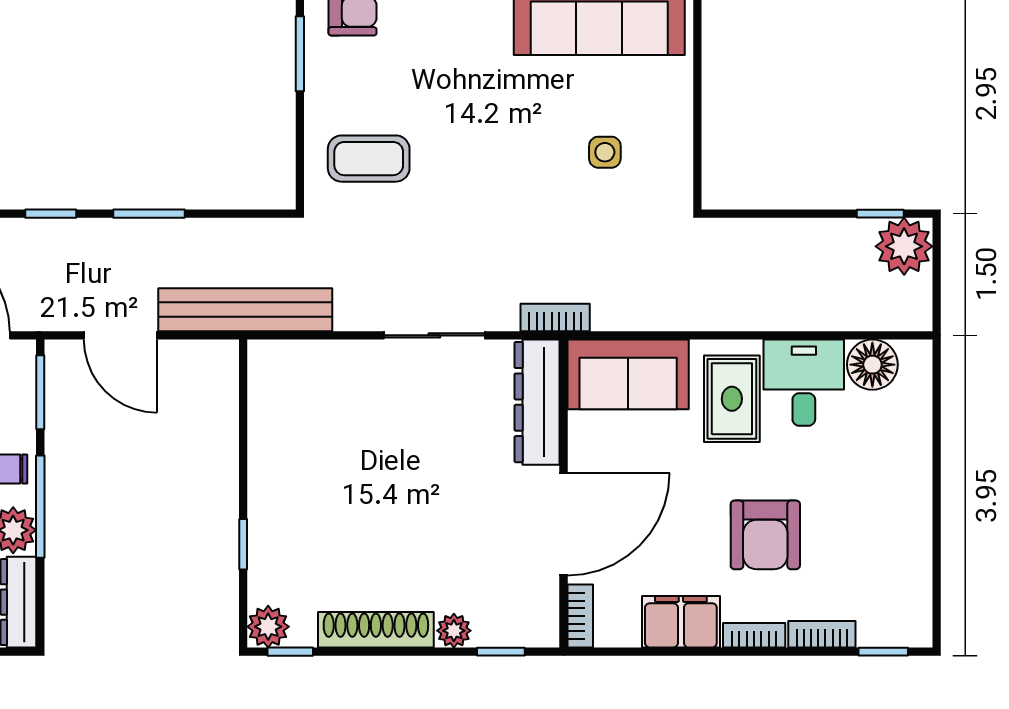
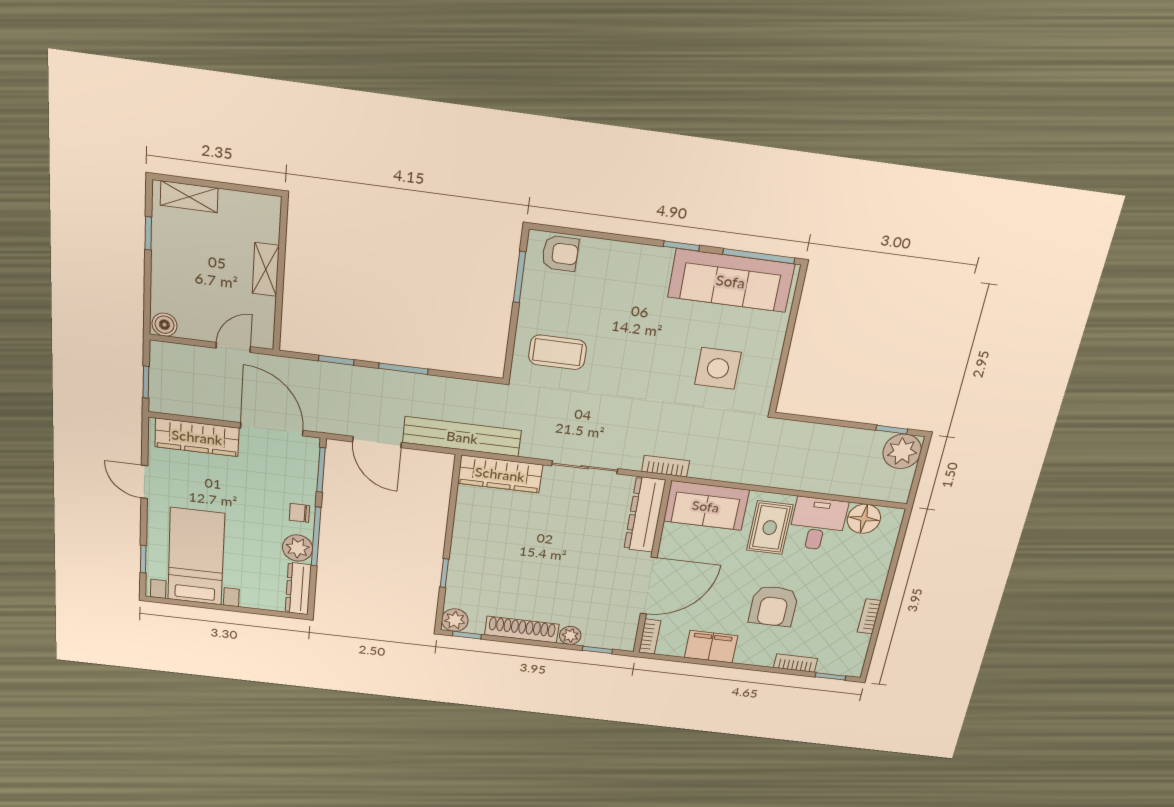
side table: (605, 152) -> (718, 368), width x1.87, depth x1.87
wardrobe: (309, 363) -> (500, 474), added
bookcase: (754, 635) -> (869, 616), moved, turned -90

